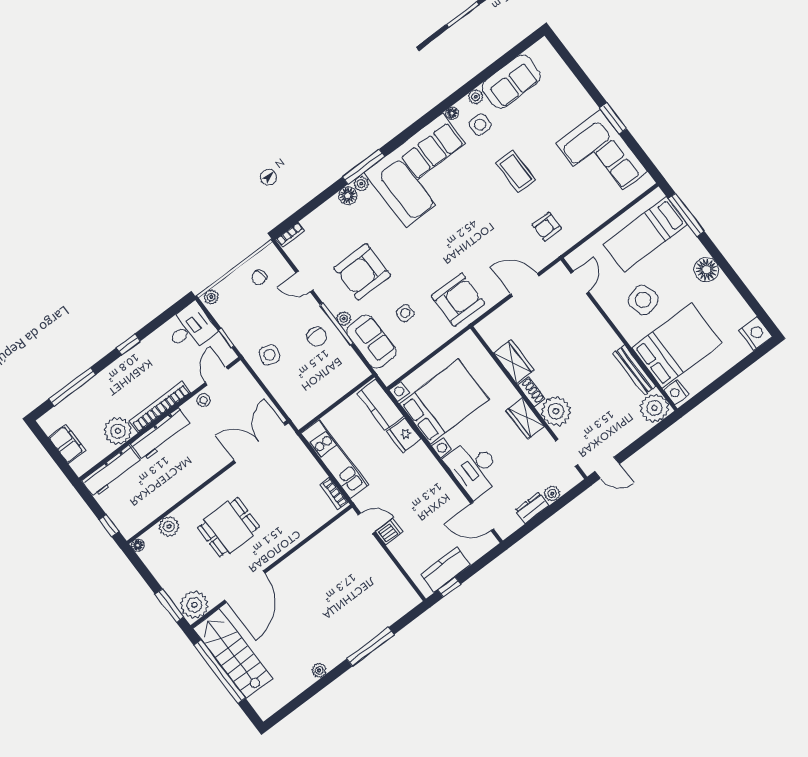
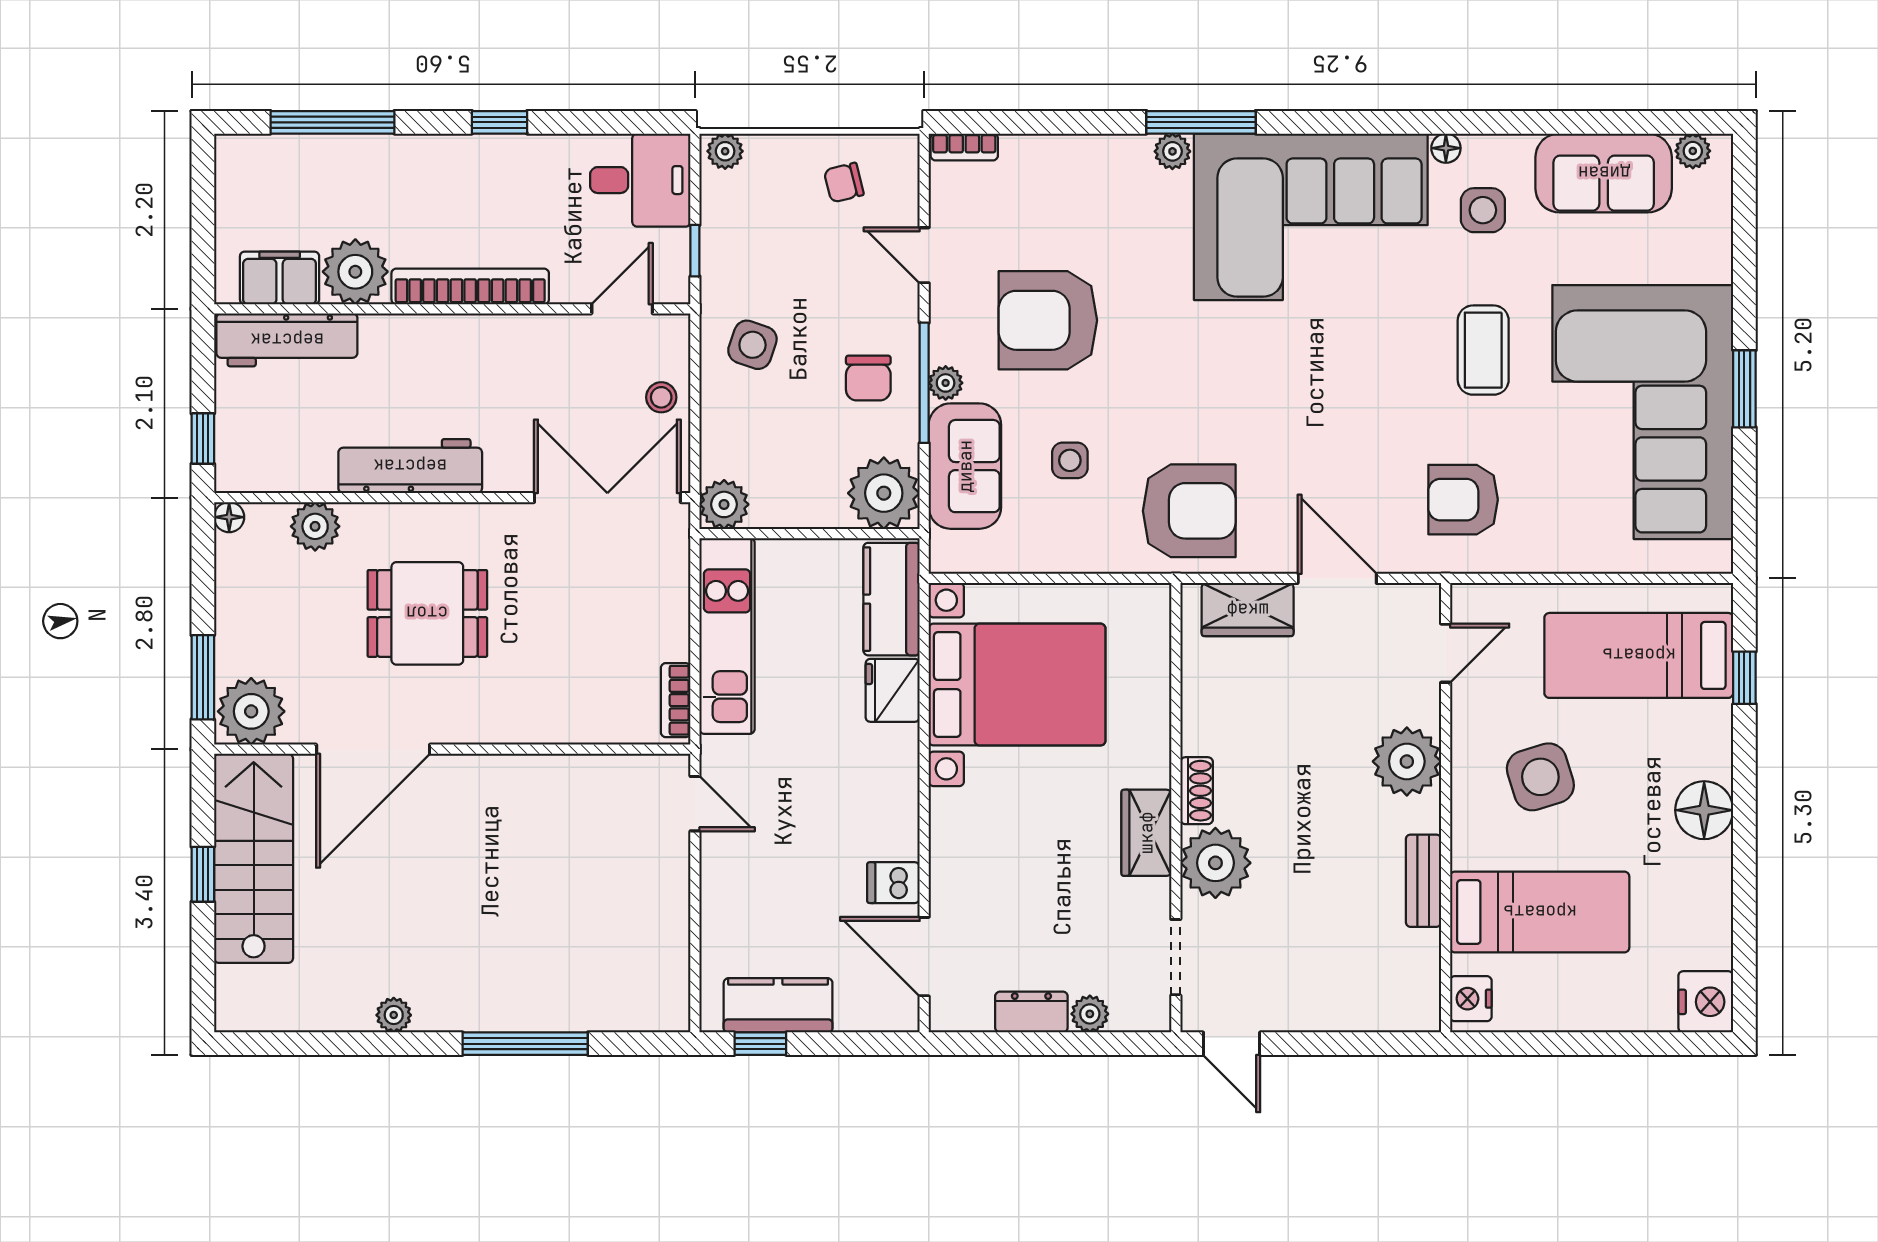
plant: (476, 97) -> (1693, 151), moved
corner sofa: (601, 157) -> (1643, 412), width x1.36, depth x1.36
floor lamp: (348, 196) -> (1130, 155), removed
window: (686, 215) -> (1744, 678), width x0.46
armchair: (547, 227) -> (1463, 500), width x1.38, depth x1.38
bed: (677, 345) -> (1540, 912), width x0.67
wardrobe: (514, 361) -> (1248, 610), moved, turned 90
bench: (634, 370) -> (1423, 881), width x0.73
plant: (351, 371) -> (884, 493), added
stool: (203, 400) -> (661, 397), moved
plant: (654, 408) -> (1407, 761), moved
plant: (300, 416) -> (724, 504), added
workbench: (161, 434) -> (410, 466), moved, turned 180
filing cabinet: (67, 444) -> (280, 278), moved, turned -90
desk: (474, 468) -> (978, 853), removed
dishwasher: (389, 532) -> (893, 883), moved, turned 180
window: (219, 672) -> (203, 874), width x0.32

